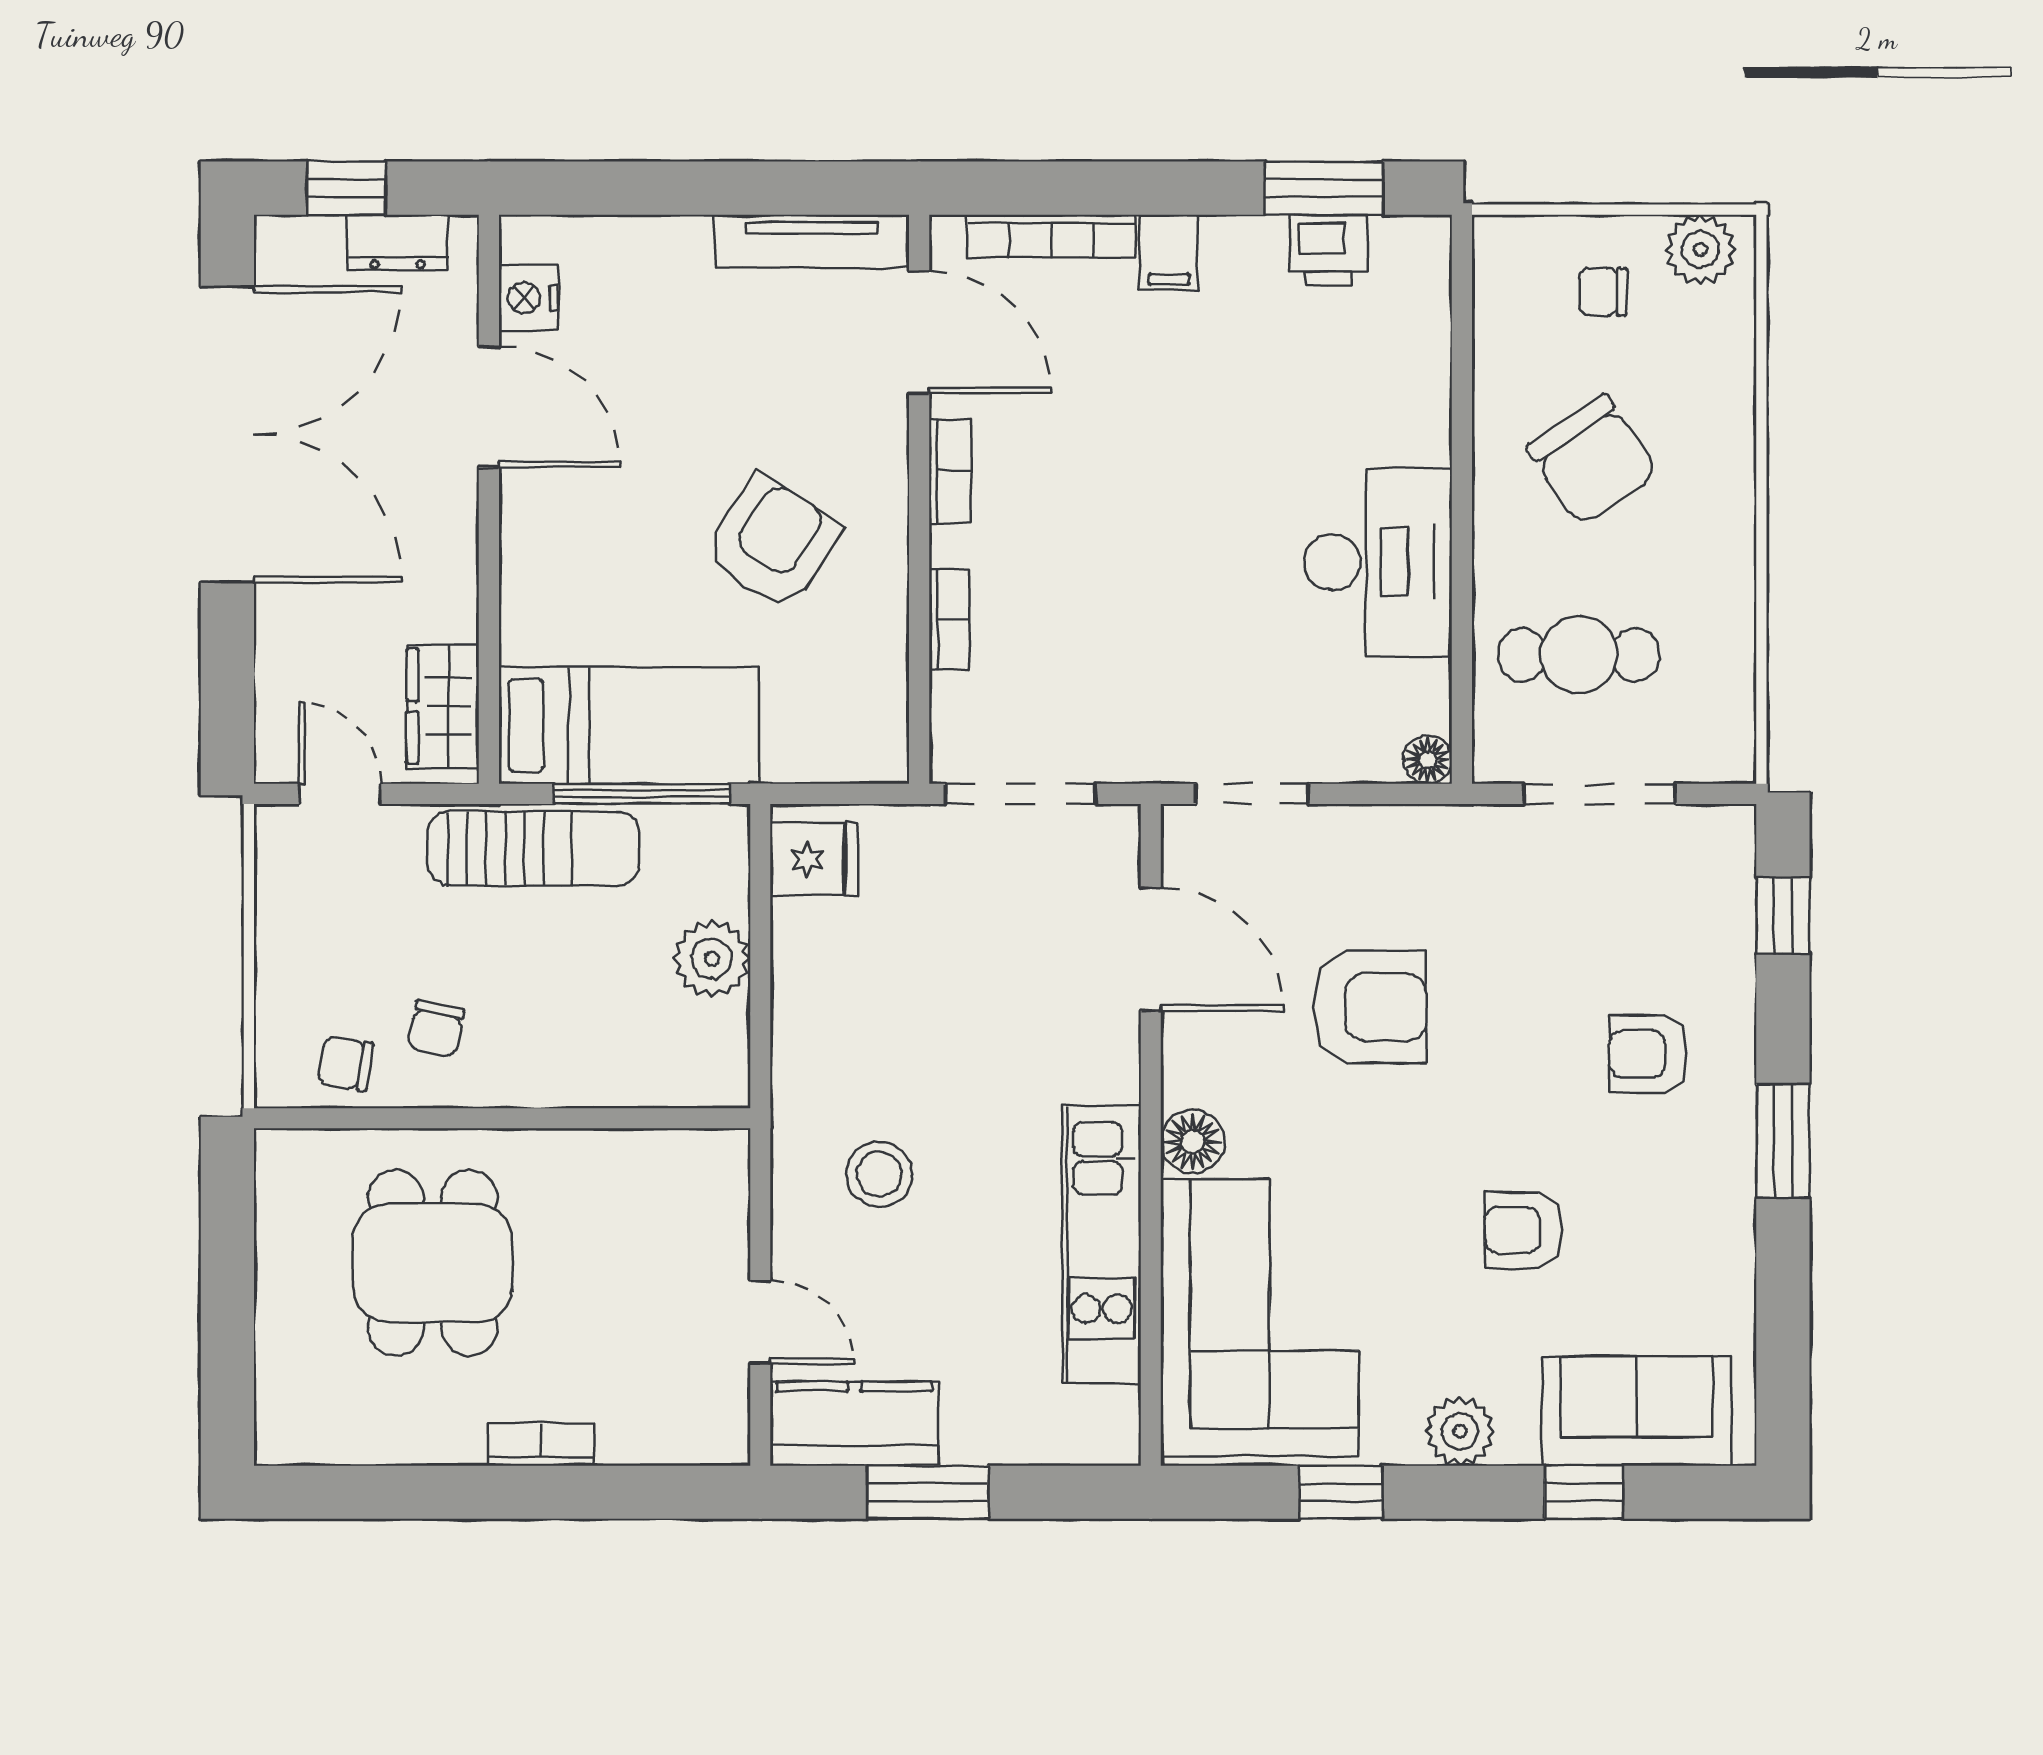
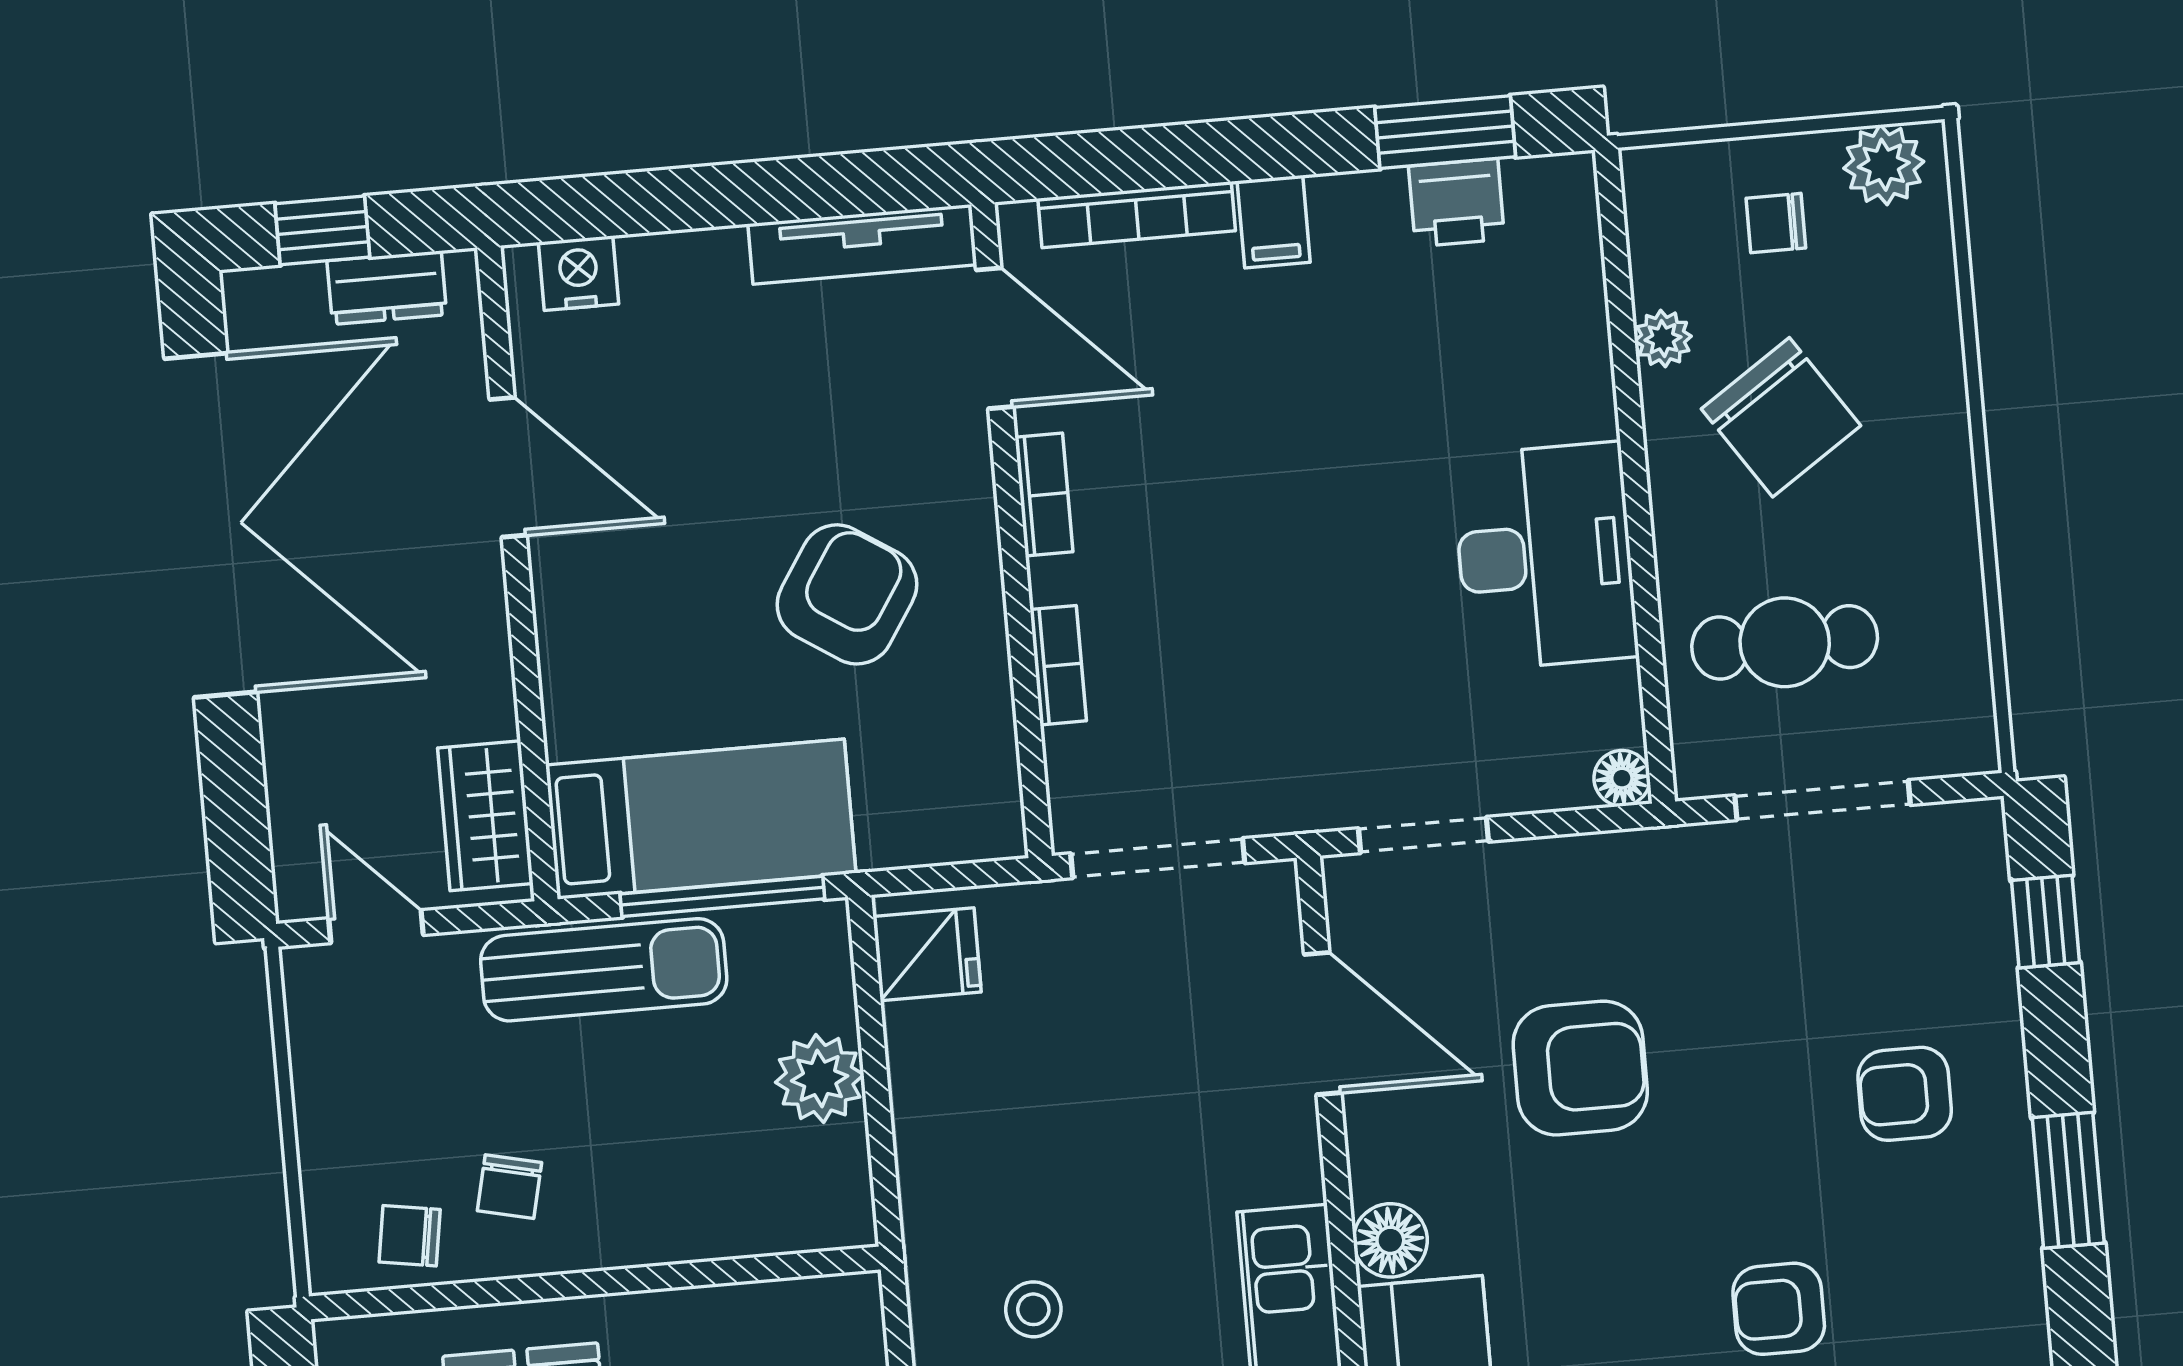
nightstand: (529, 298) -> (579, 273), moved, turned 90
plant: (1497, 383) -> (1663, 339), added
stool: (879, 1174) -> (1033, 1309), width x0.73, depth x0.73

